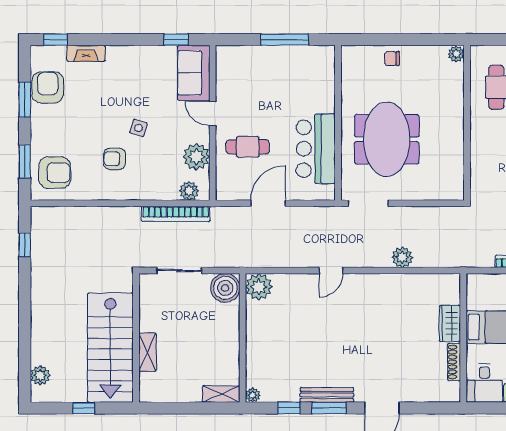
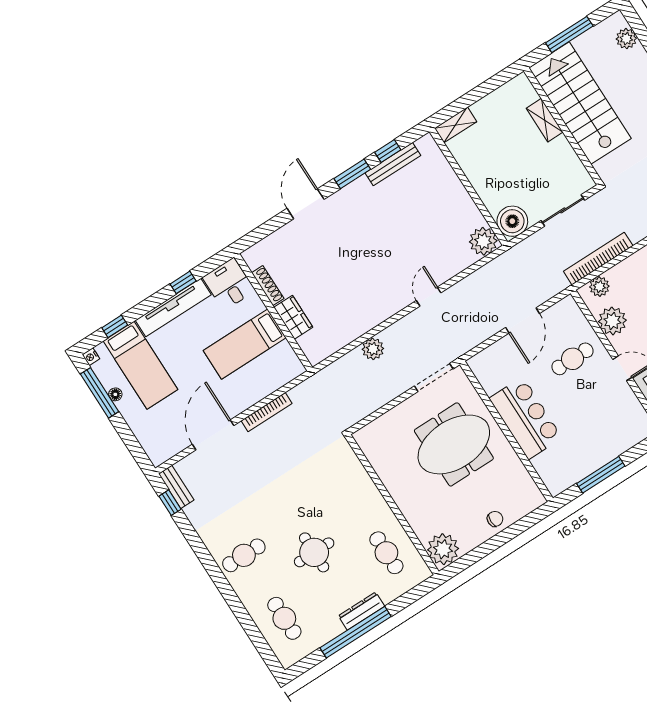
plant: (456, 54) -> (443, 549), width x1.88, depth x1.88
meeting table: (387, 139) -> (454, 444), turned 90
bar counter: (316, 149) -> (526, 418), moved
plant: (253, 395) -> (427, 142), removed
bench: (327, 395) -> (393, 164), moved
window: (84, 408) -> (569, 34), width x2.17

